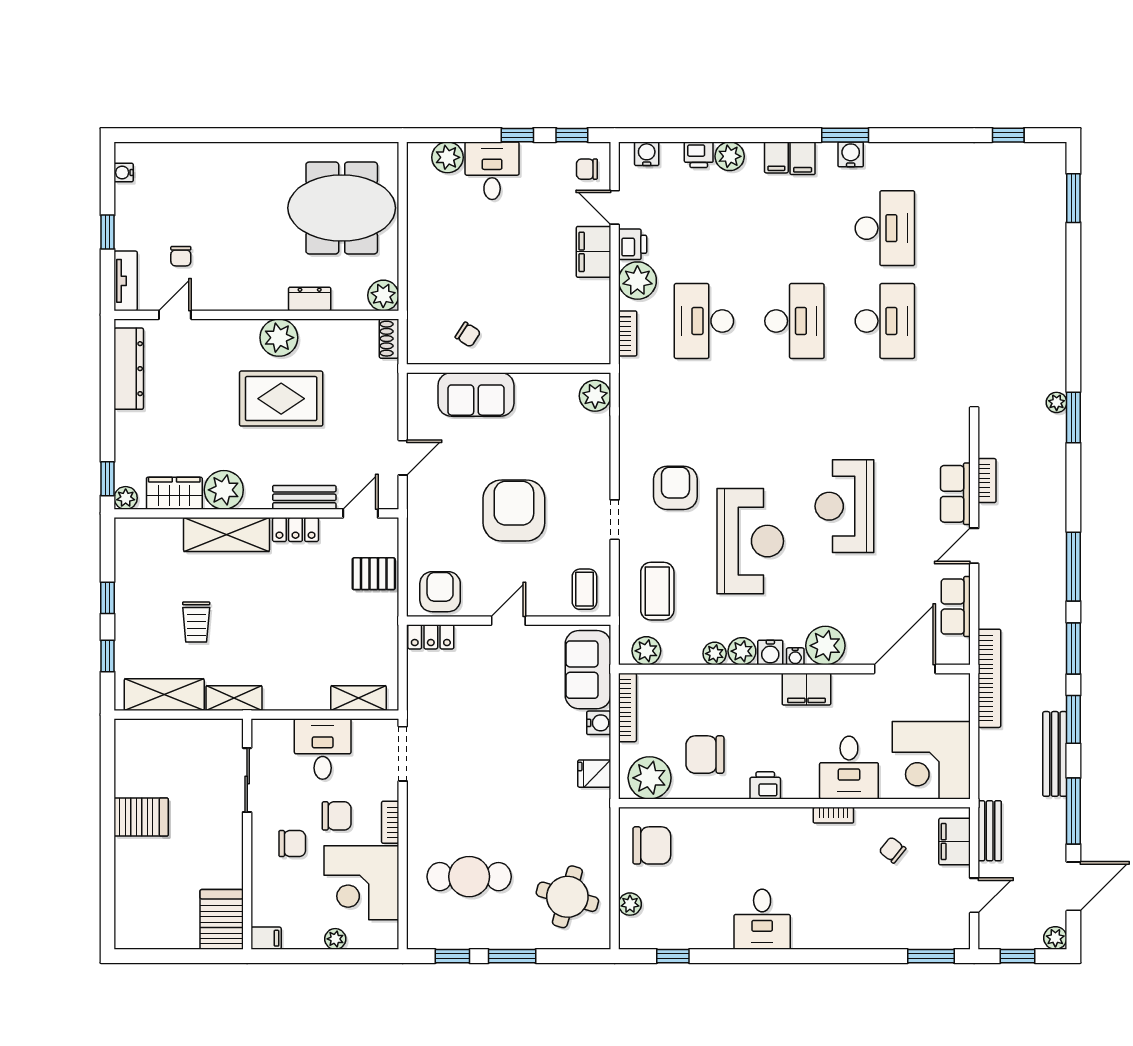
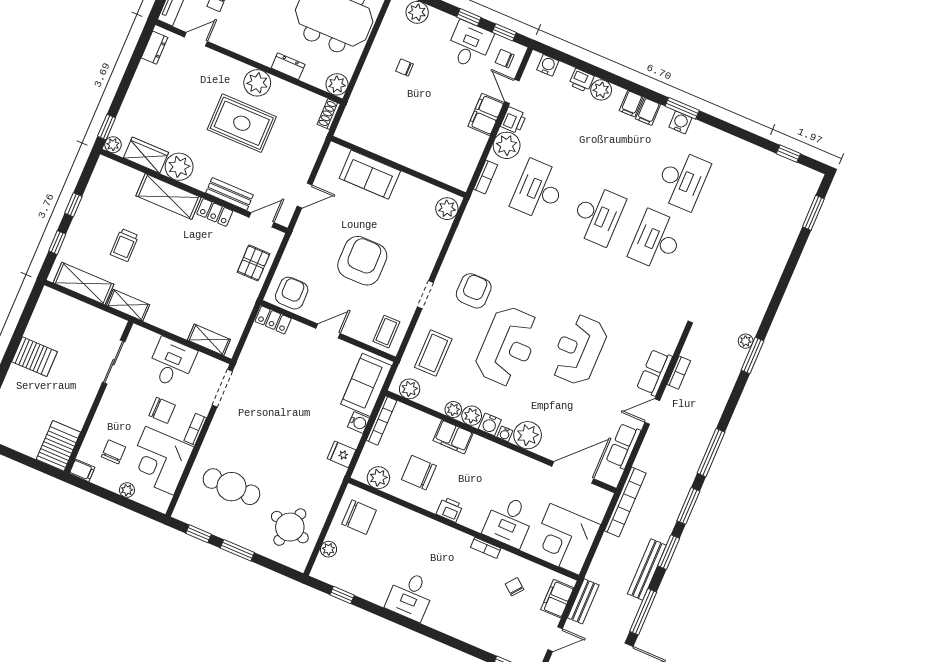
desk: (492, 171) -> (469, 45), moved
desk: (885, 321) -> (656, 240), turned 180
chair: (468, 335) -> (404, 67), moved, turned 147
dresser: (129, 369) -> (155, 48), width x0.51, depth x0.80
pallet: (374, 574) -> (253, 263), turned 90
filing cabinet: (806, 689) -> (453, 437), moved
plant: (650, 778) -> (378, 478), width x0.73, depth x0.73
chair: (292, 844) -> (113, 452), moved, turned -90

